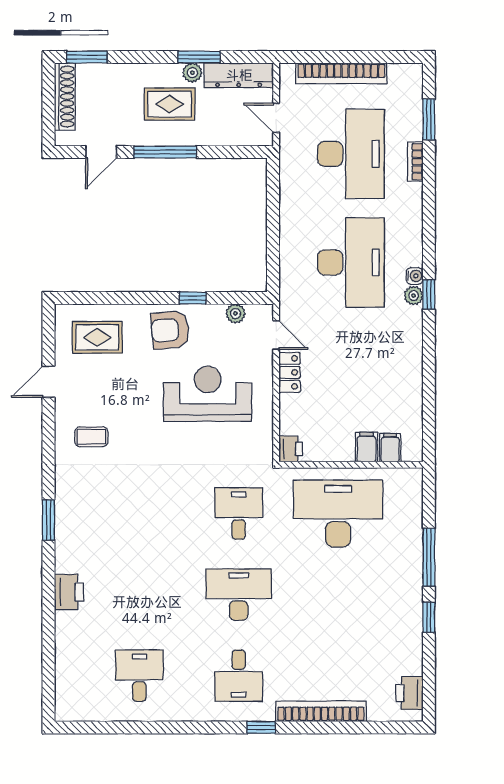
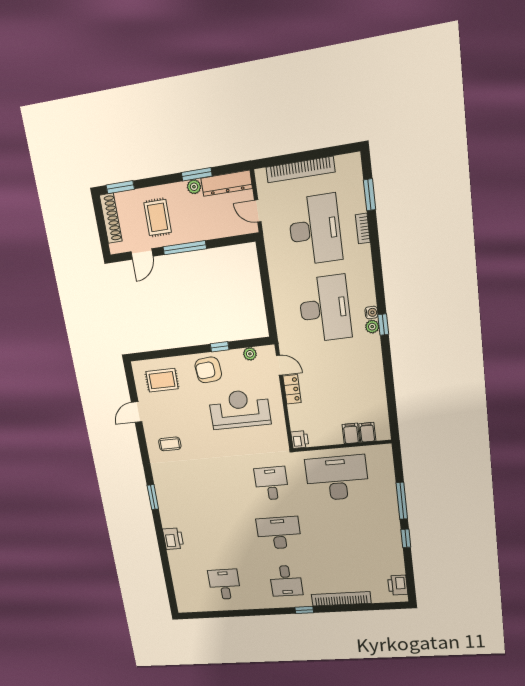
rug: (170, 104) -> (158, 217), moved, turned 90

